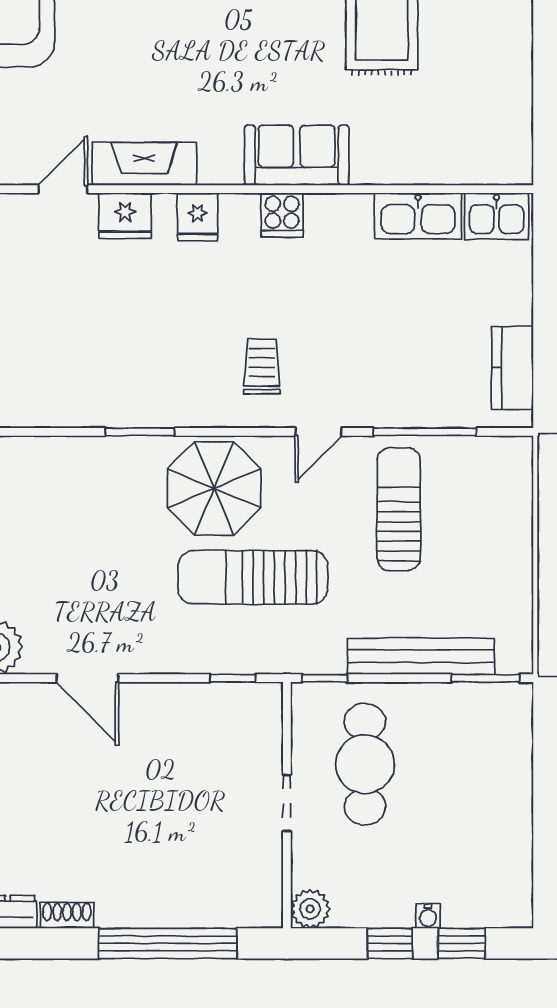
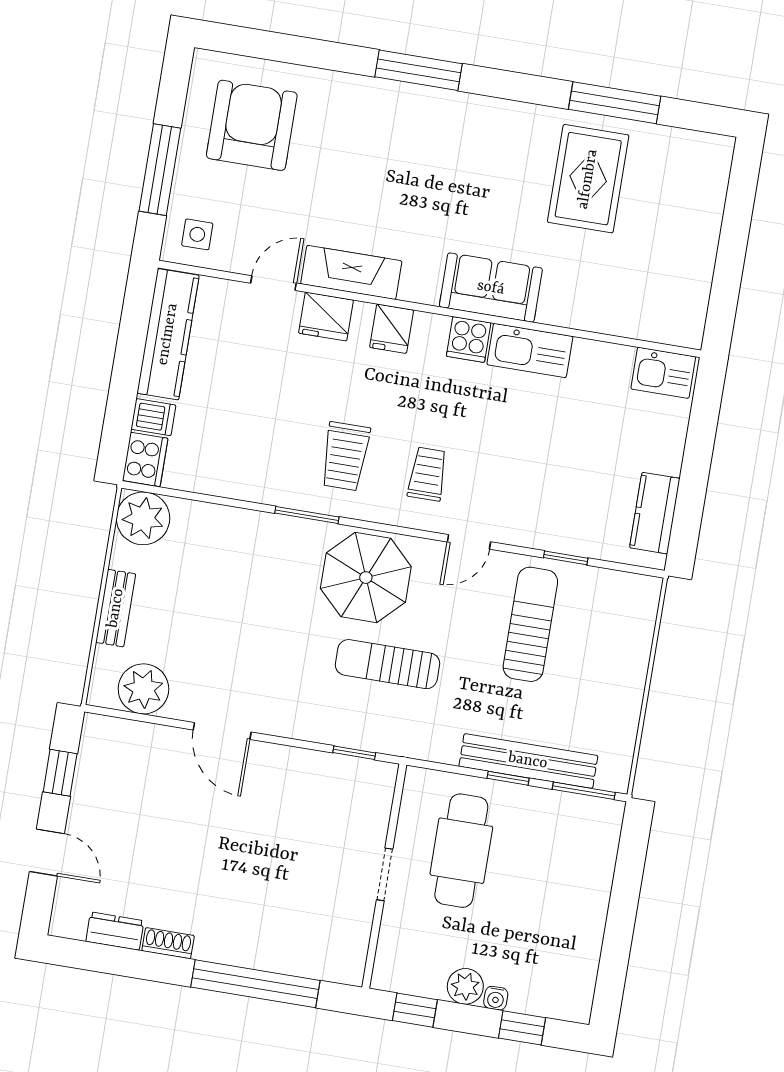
kitchen sink: (418, 216) -> (530, 351), moved
trolley: (170, 362) -> (345, 456), added
window: (425, 432) -> (566, 558), width x0.46
sun lounger: (253, 577) -> (387, 664), width x0.73, depth x0.75
window: (325, 678) -> (508, 778), moved
plant: (310, 909) -> (465, 986), moved
window: (390, 943) -> (415, 1010), moved

